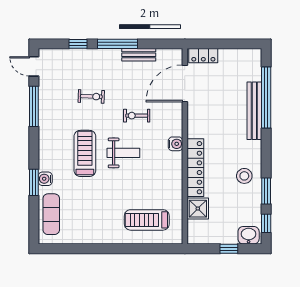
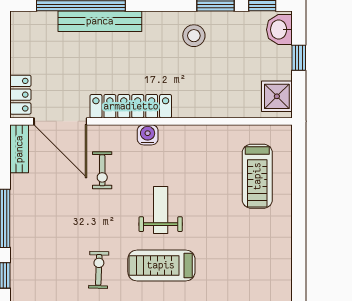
bench: (139, 55) -> (19, 149), moved
exercise bike: (91, 96) -> (99, 270), moved
exercise bike: (137, 116) -> (102, 170), moved
locker: (195, 168) -> (131, 106), moved
shower: (198, 209) -> (277, 96), moved

